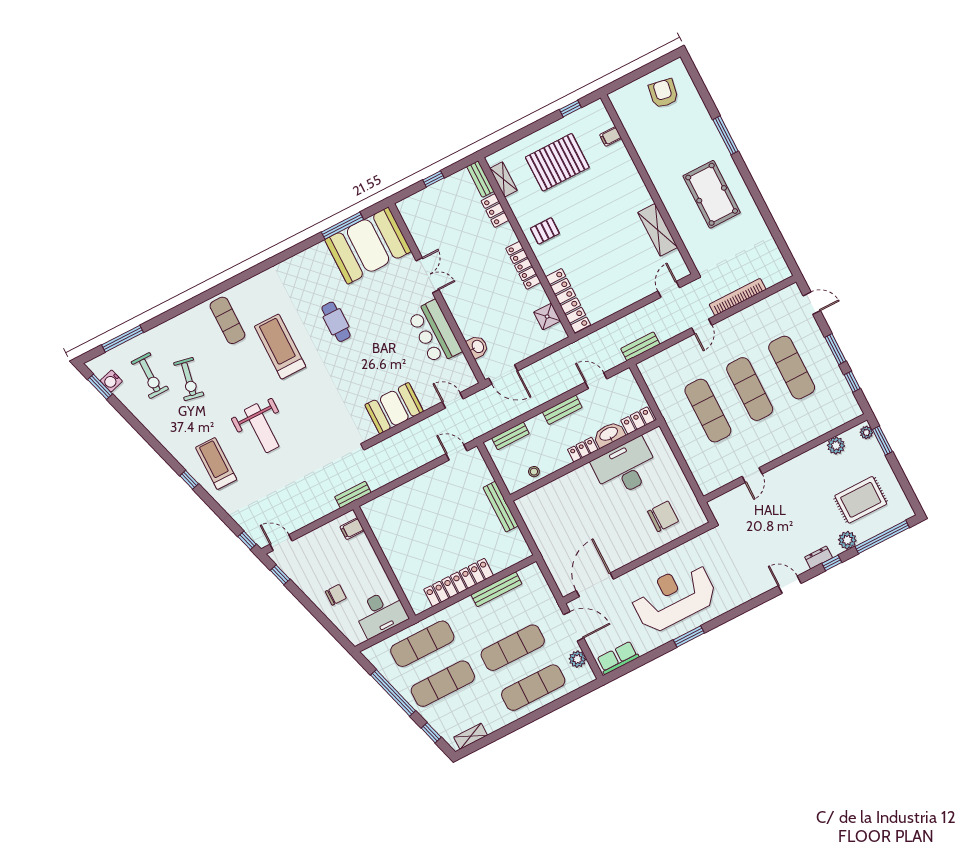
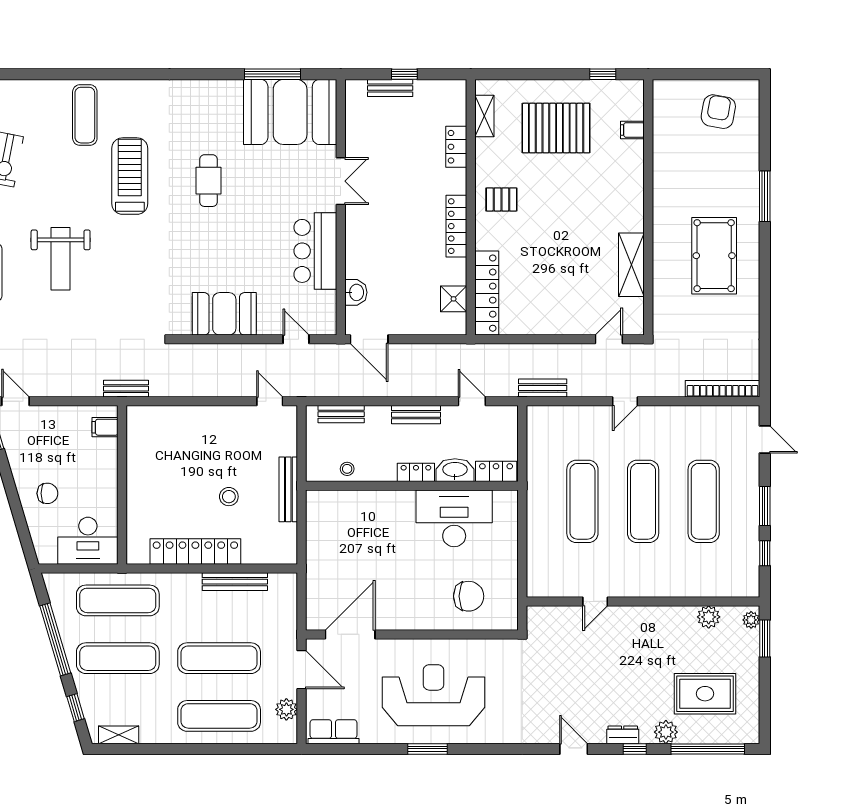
bench: (480, 179) -> (390, 88), moved, turned 90
bookcase: (738, 297) -> (723, 389), moved
stool: (462, 533) -> (229, 497), added

